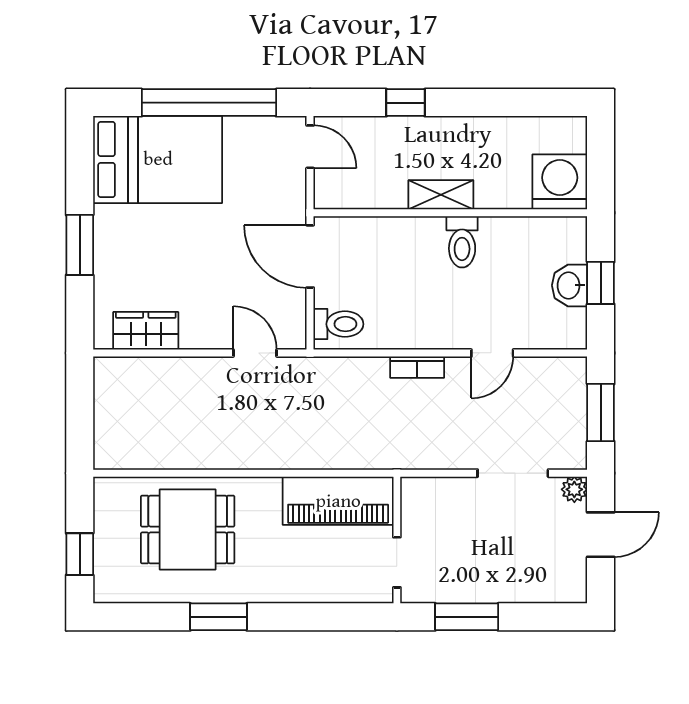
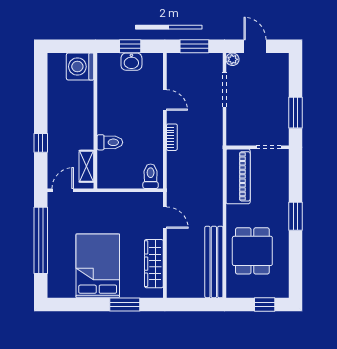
bed: (158, 159) -> (98, 266), moved
shelving: (441, 195) -> (86, 166), moved
toilet: (462, 242) -> (110, 142), moved
window: (80, 245) -> (125, 304), moved
door: (310, 256) -> (117, 190), removed
wardrobe: (146, 331) -> (154, 264), width x1.50
door: (255, 353) -> (165, 218), swing flipped
bench: (165, 452) -> (214, 262), added
window: (218, 617) -> (296, 216), moved

